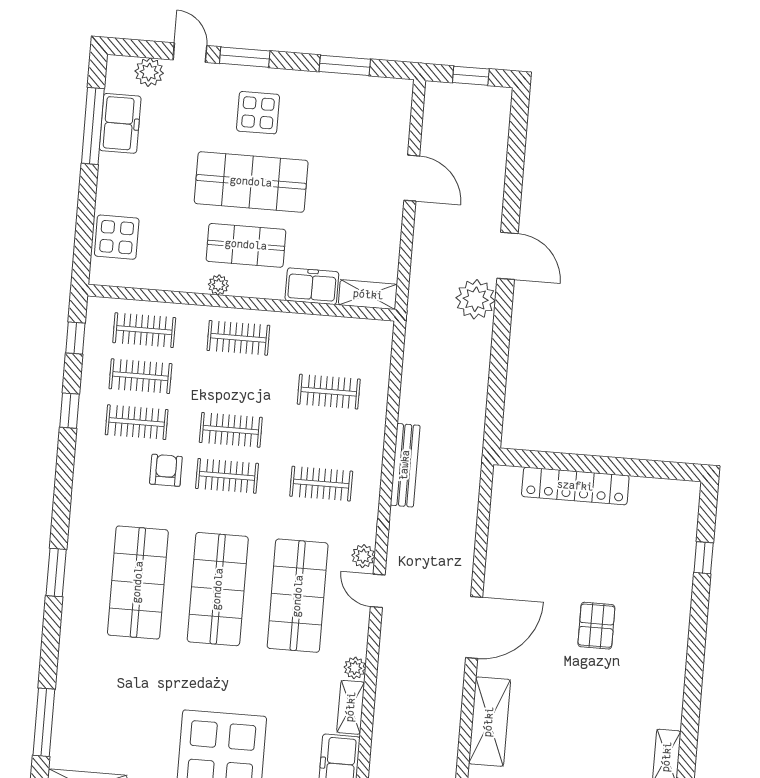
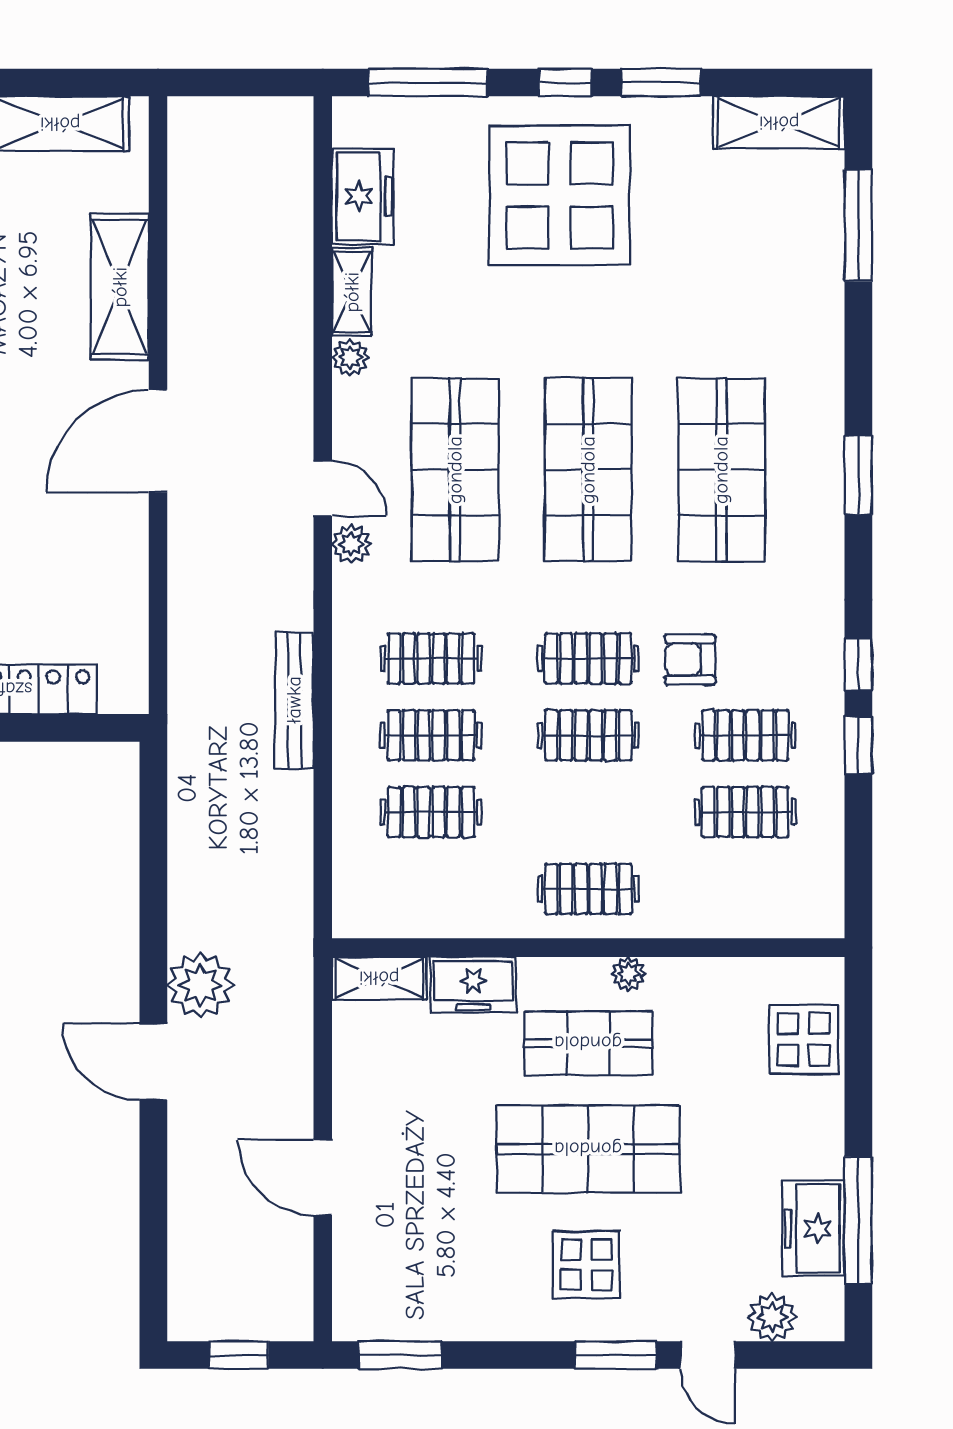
window: (345, 65) -> (400, 1355), moved
clothes rail: (144, 330) -> (431, 735), moved
window: (75, 338) -> (858, 664), moved
armchair: (166, 470) -> (690, 660), turned 90

